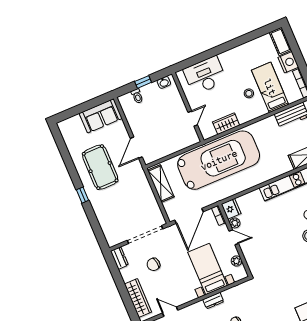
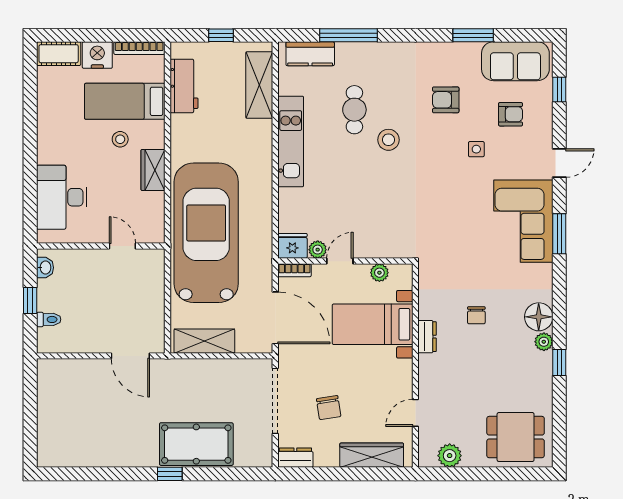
sofa: (101, 116) -> (55, 391), removed
wardrobe: (226, 124) -> (153, 170), moved
pool table: (100, 167) -> (196, 444), moved

